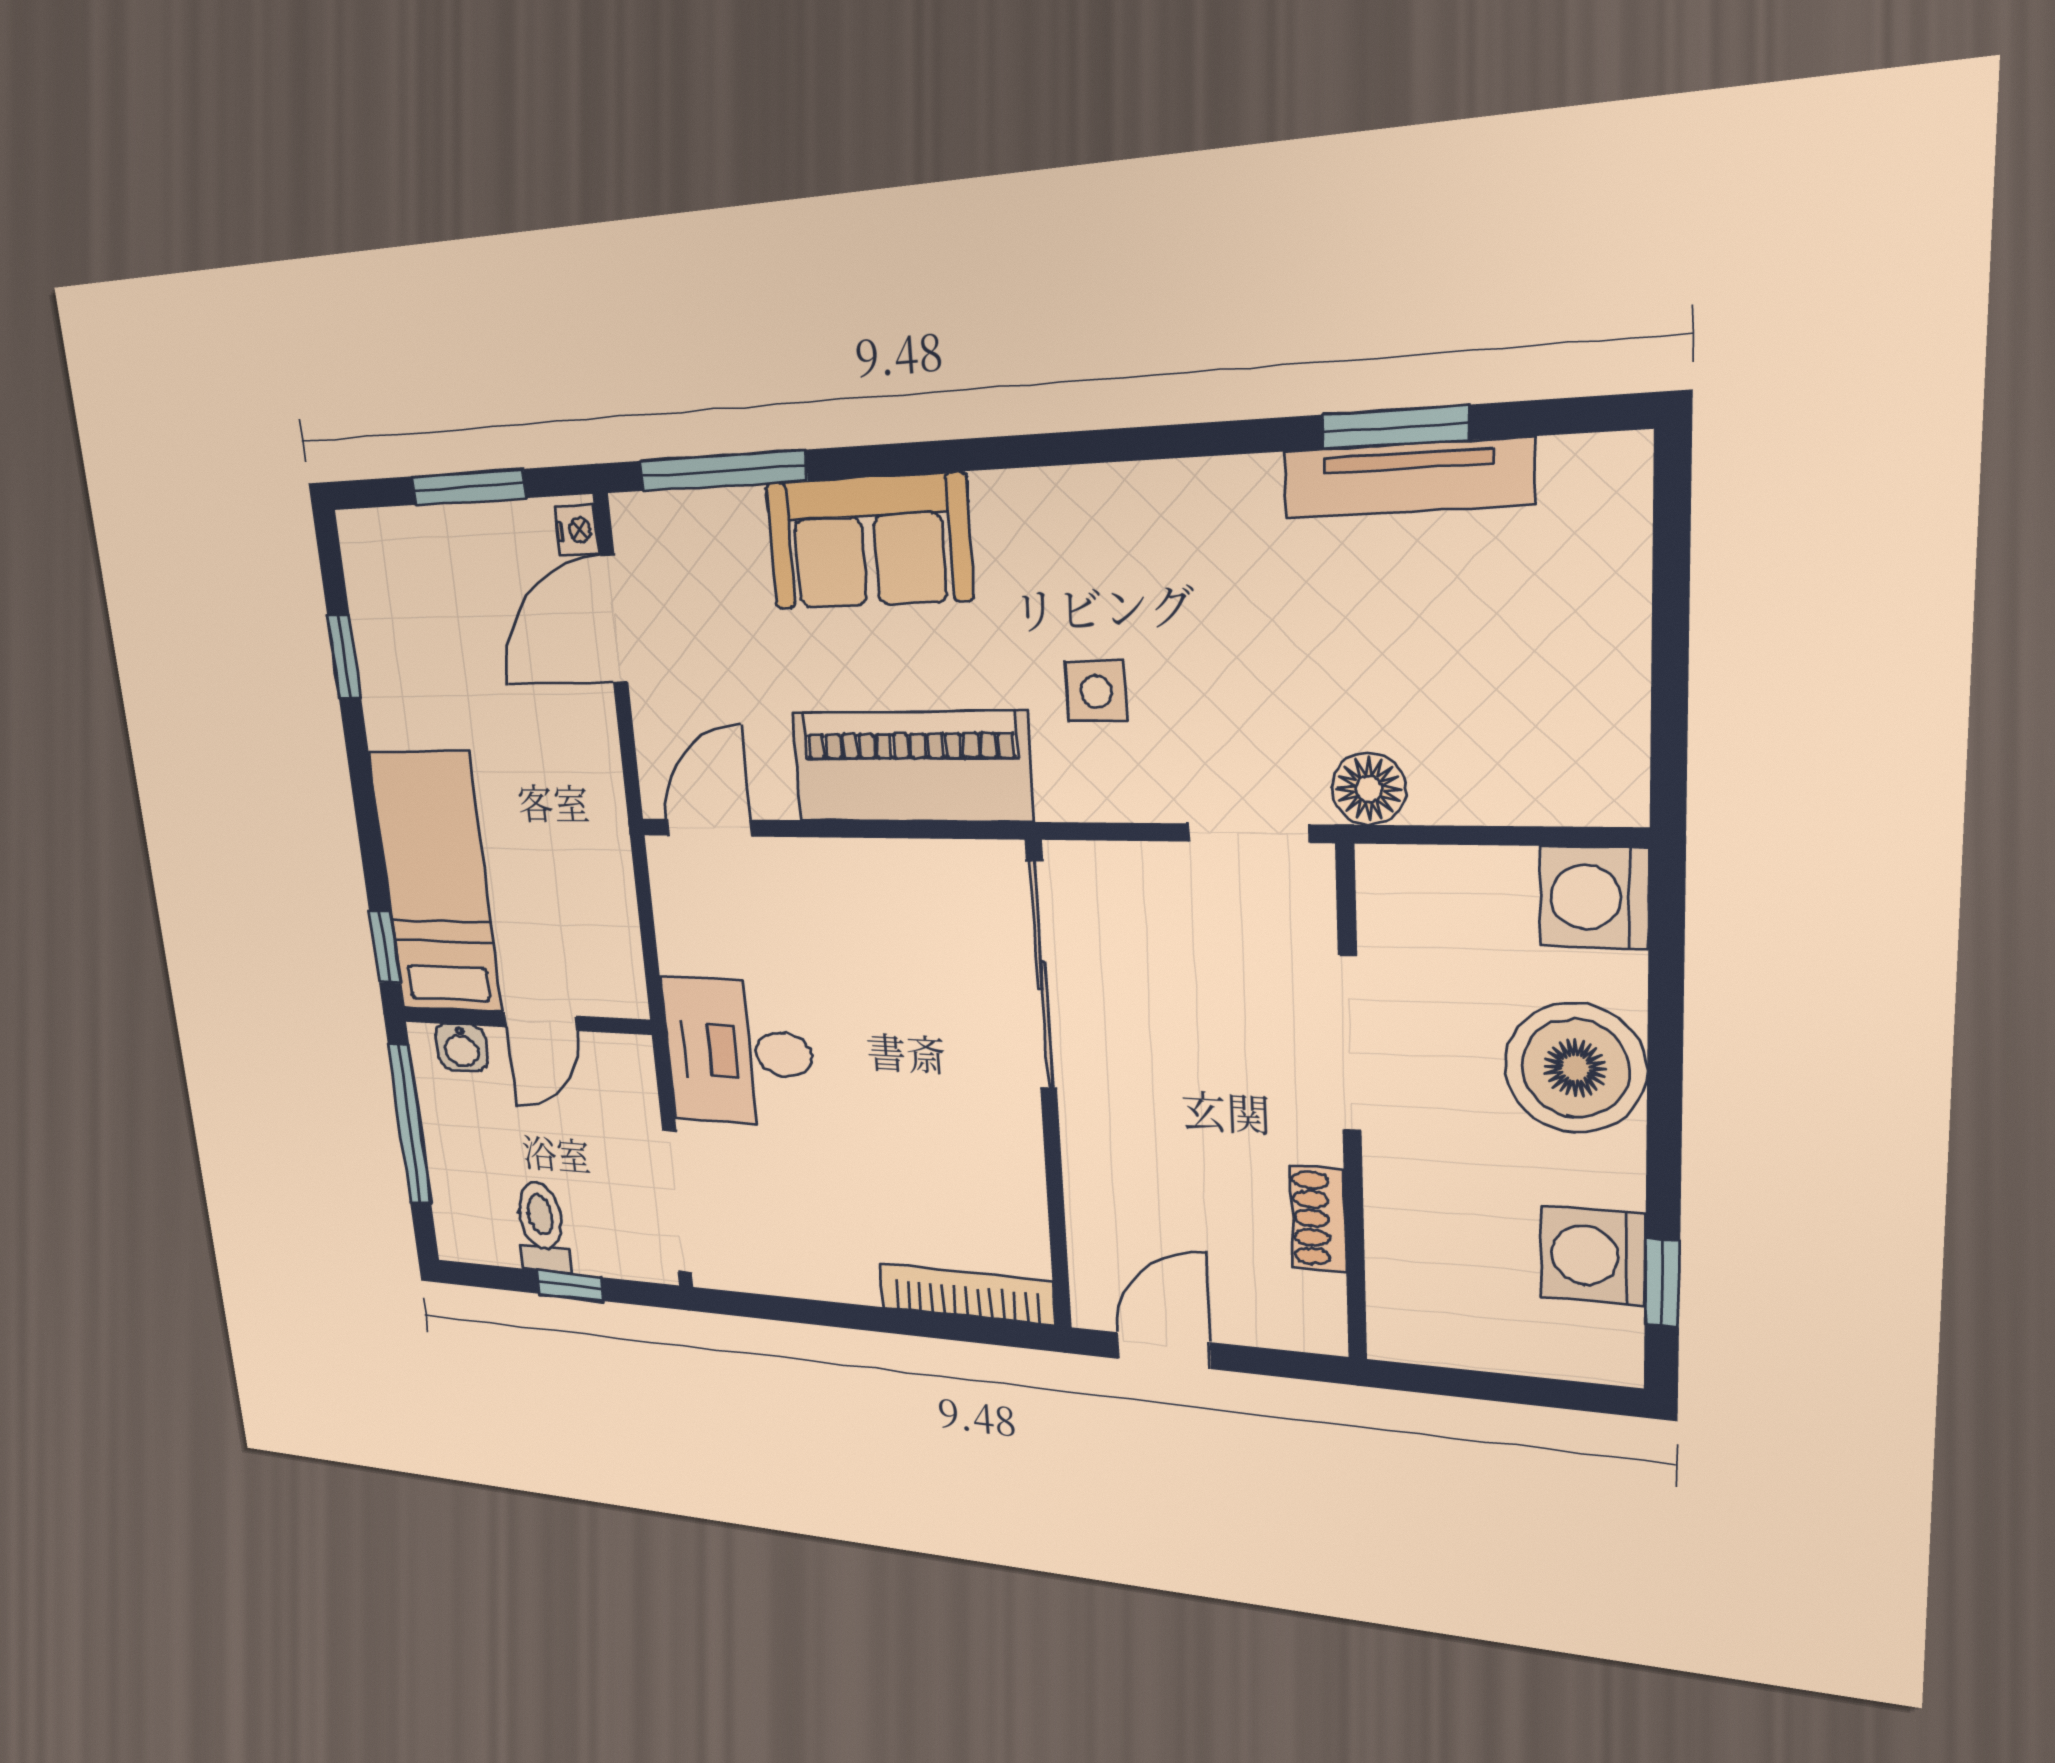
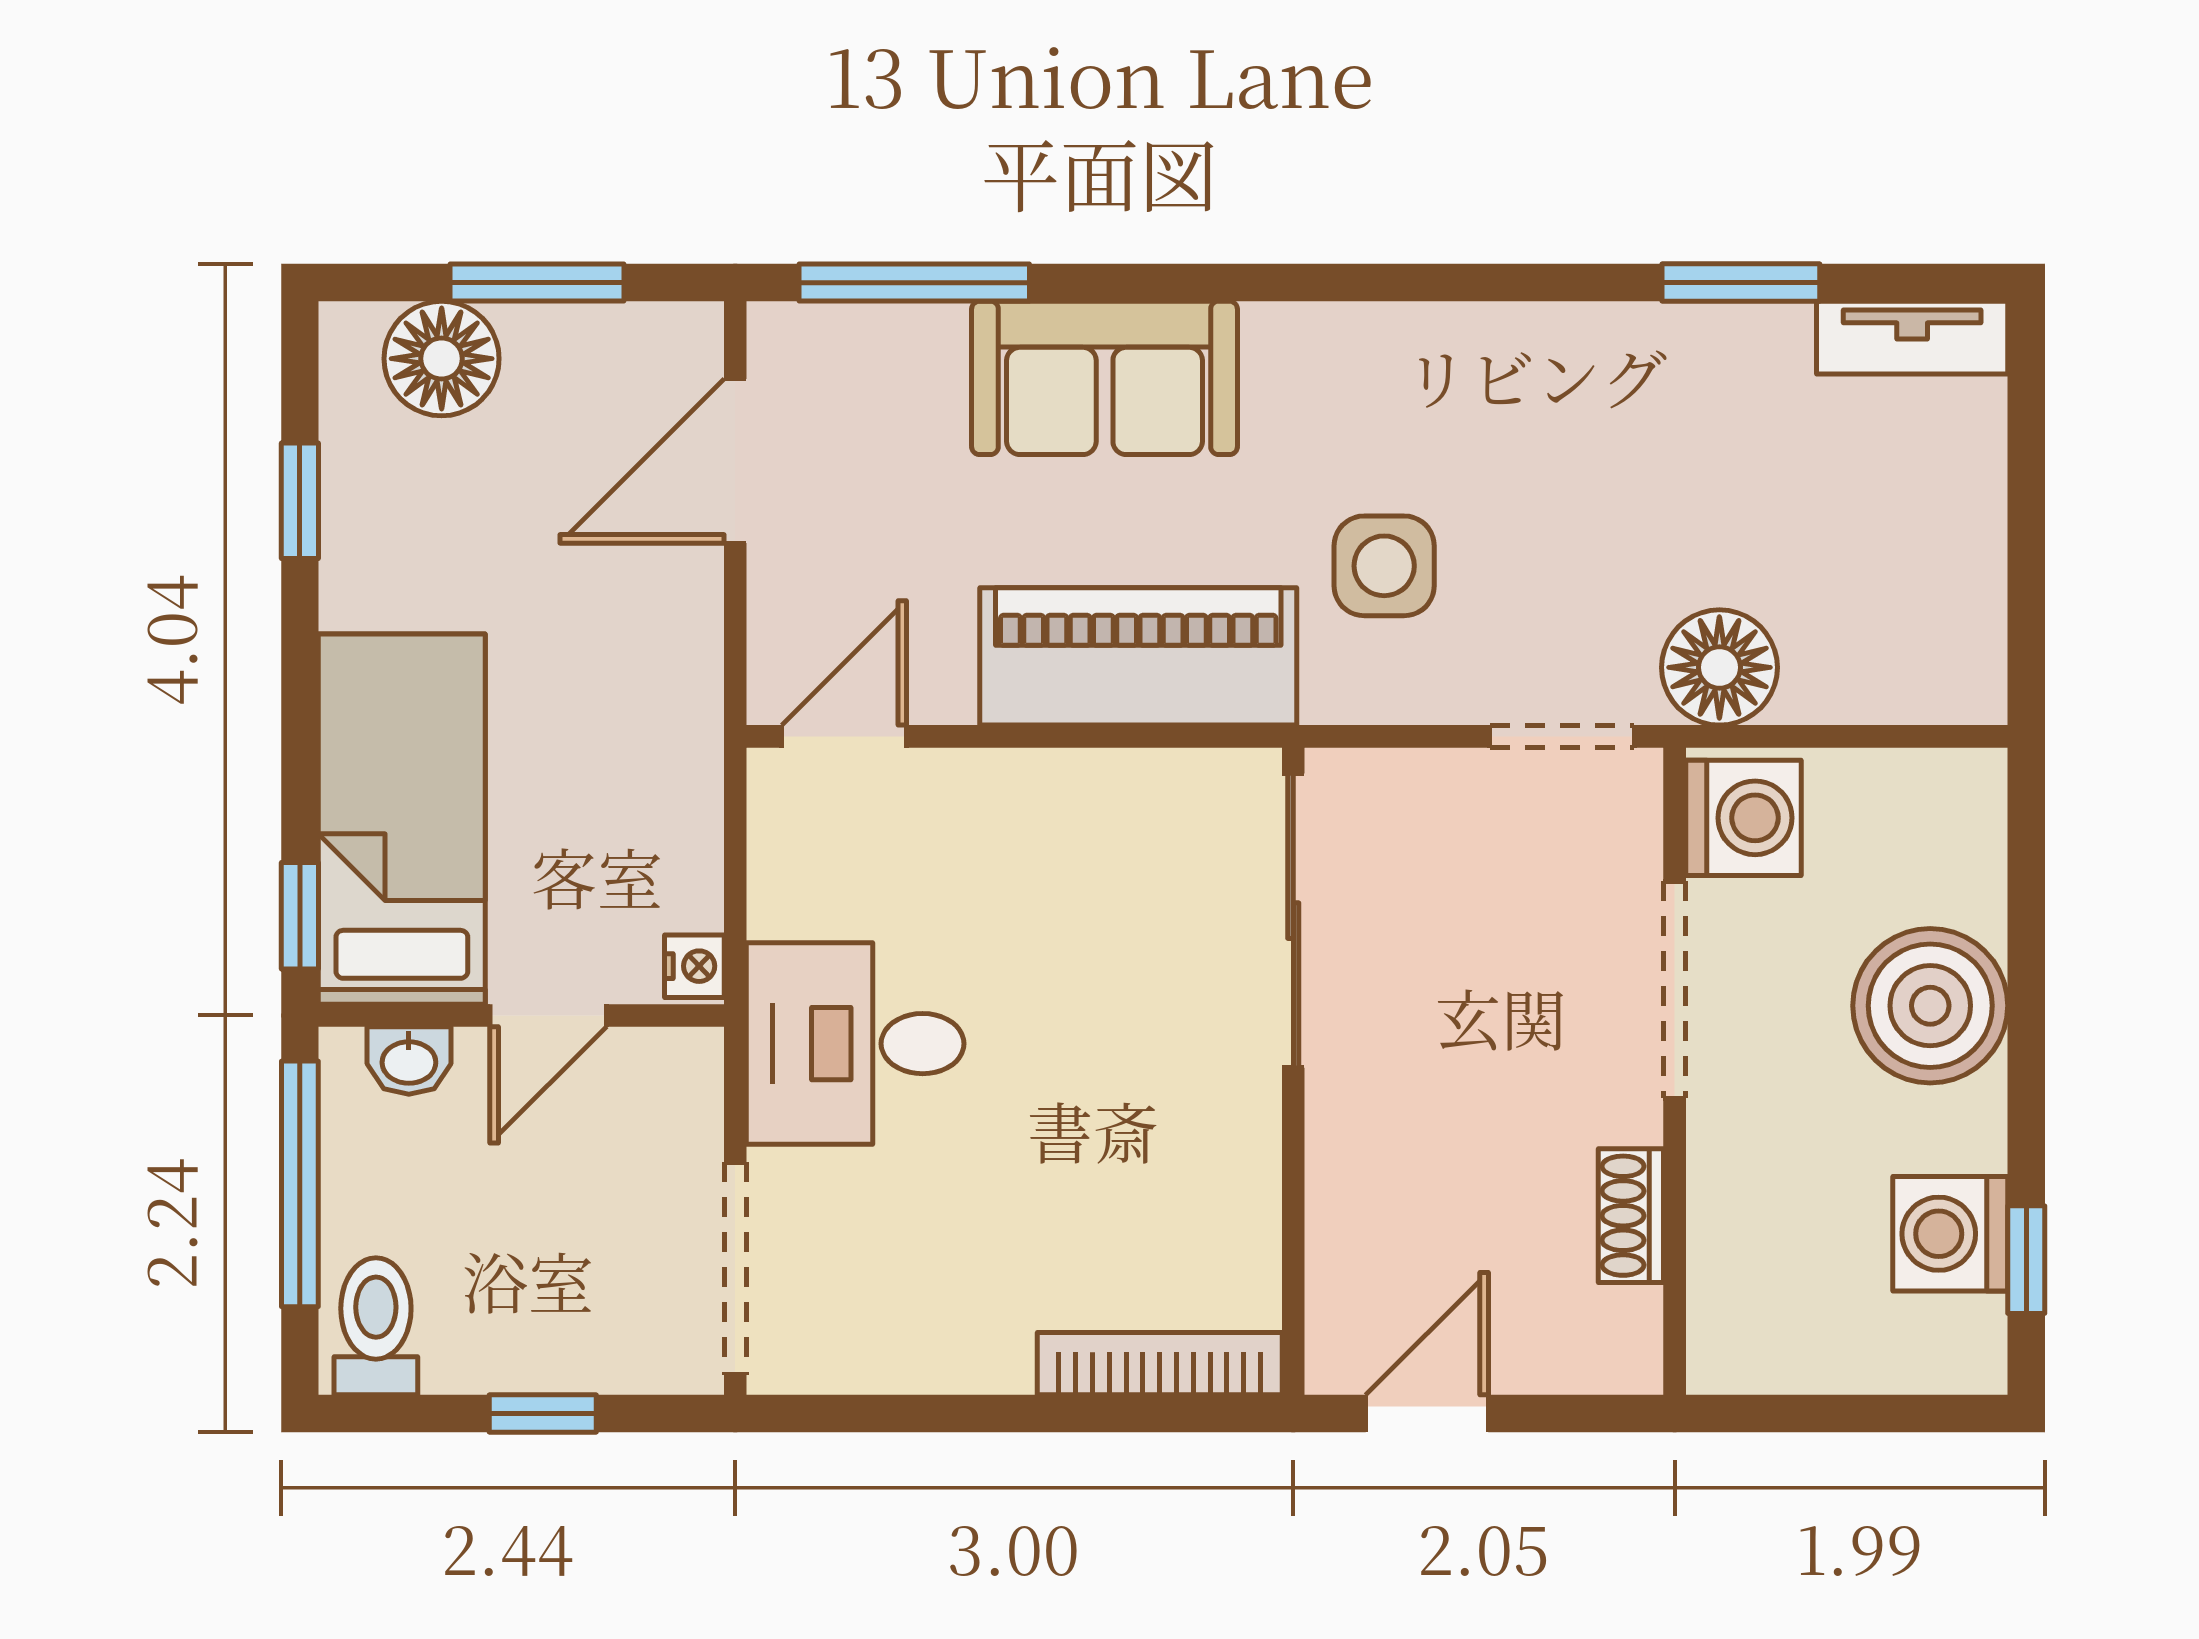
tv unit: (1407, 478) -> (1912, 338), moved, width x0.71
nightstand: (577, 530) -> (694, 966), moved
floor lamp: (416, 549) -> (442, 359), added
side table: (1096, 691) -> (1384, 566), width x1.37, depth x1.37
floor lamp: (1369, 789) -> (1719, 667), width x1.38, depth x1.38
washing machine: (1594, 897) -> (1743, 818), moved, turned 180
toilet: (542, 1227) -> (376, 1326), moved

